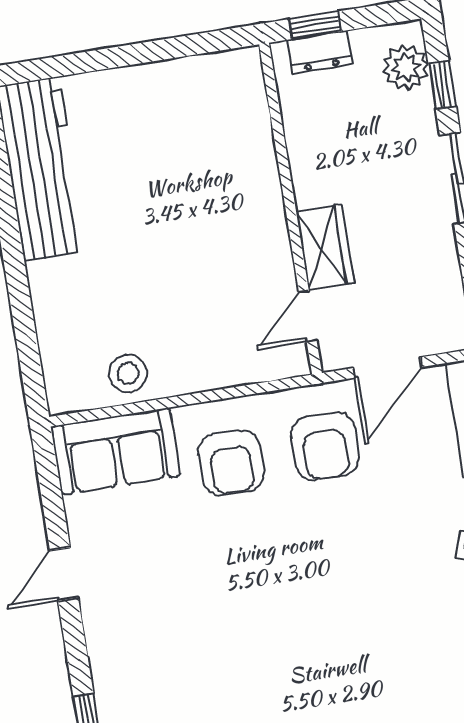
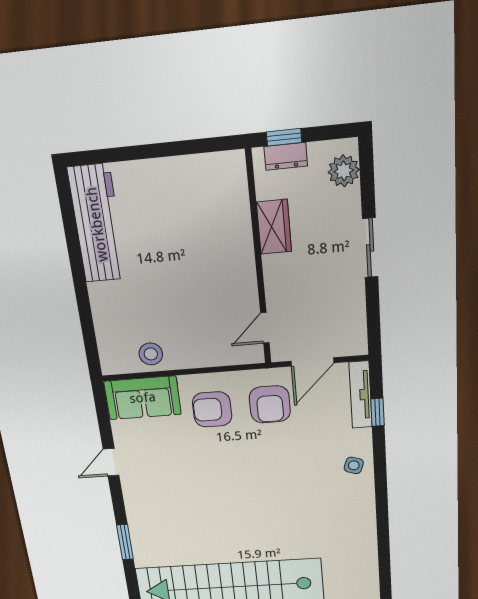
window: (442, 85) -> (367, 185), removed
wardrobe: (325, 247) -> (274, 227), moved
armchair: (231, 463) -> (212, 409), turned 90

